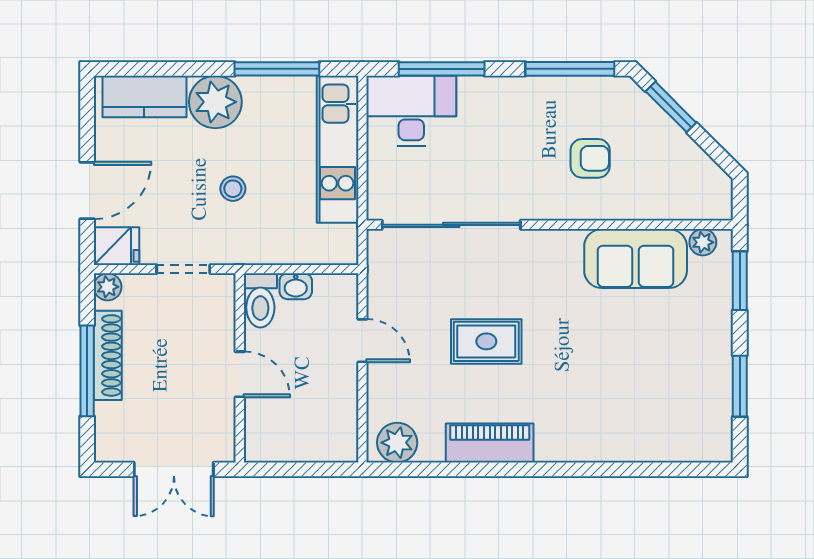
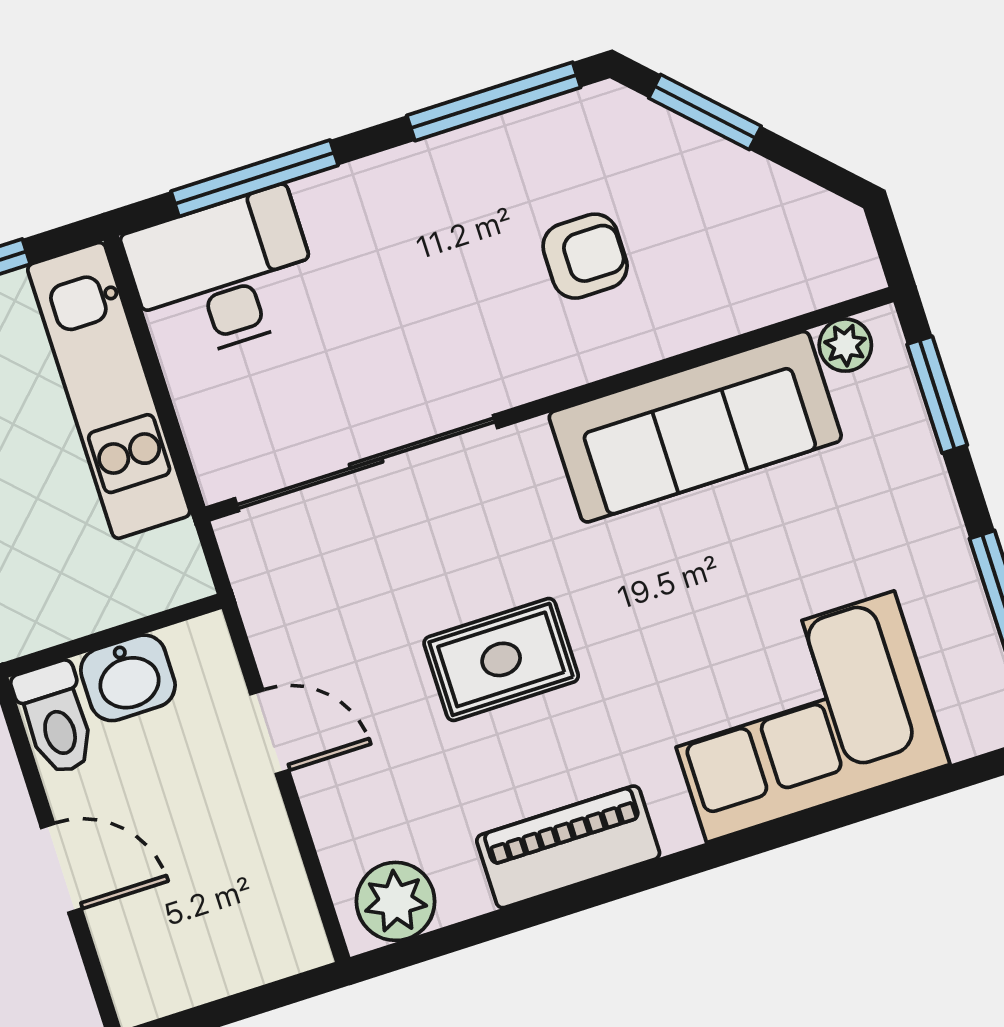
sofa: (636, 259) -> (695, 427), width x1.36
washbasin: (296, 286) -> (128, 678), width x1.38, depth x1.45
corner sofa: (623, 416) -> (800, 717), added

